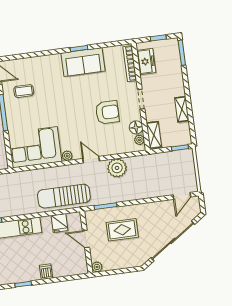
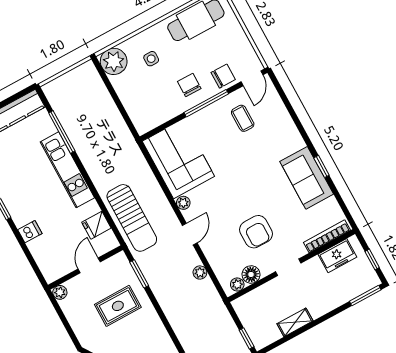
shelving: (154, 135) -> (250, 300), removed
plant: (117, 168) -> (200, 273), width x0.53, depth x0.53
sun lounger: (64, 196) -> (132, 218), turned 180
rug: (122, 230) -> (118, 306), turned 90

